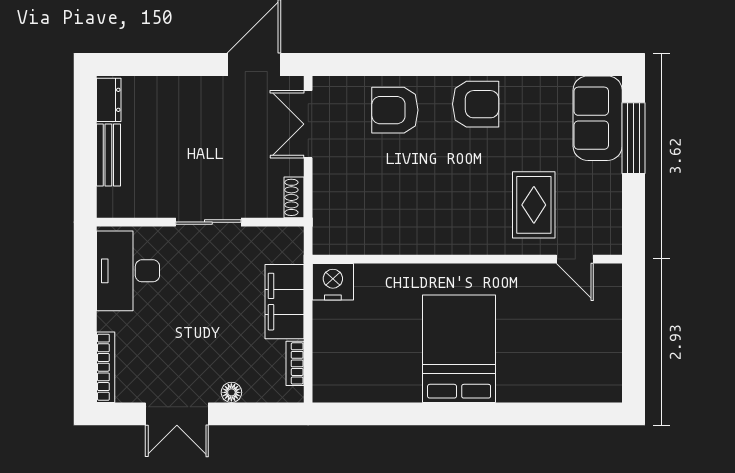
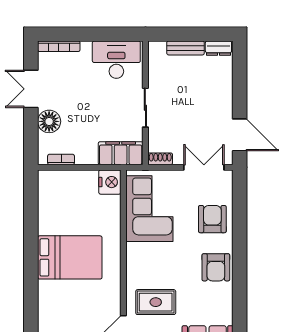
corner sofa: (377, 215) -> (149, 209), added
filing cabinet: (285, 302) -> (121, 153), moved
floor lamp: (231, 392) -> (49, 121), width x1.89, depth x1.89

